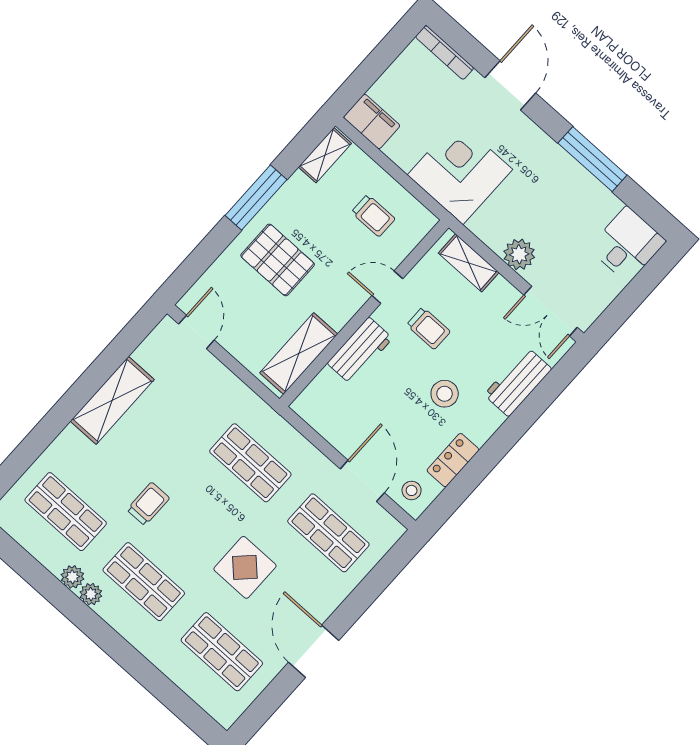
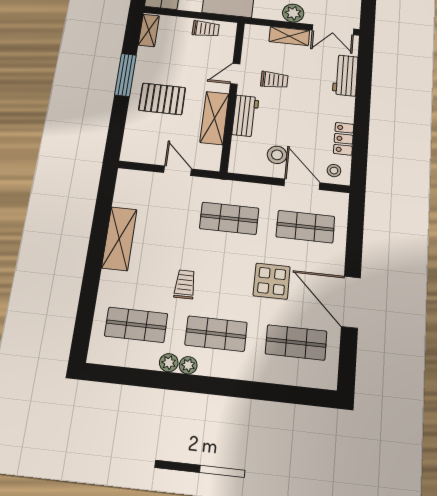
trolley: (373, 216) -> (206, 29), moved
shelving: (469, 263) -> (289, 36), moved
door: (196, 332) -> (178, 171), moved
shelving: (299, 353) -> (214, 118), moved
stool: (445, 394) -> (277, 155), moved
door: (314, 651) -> (351, 302), width x1.36

